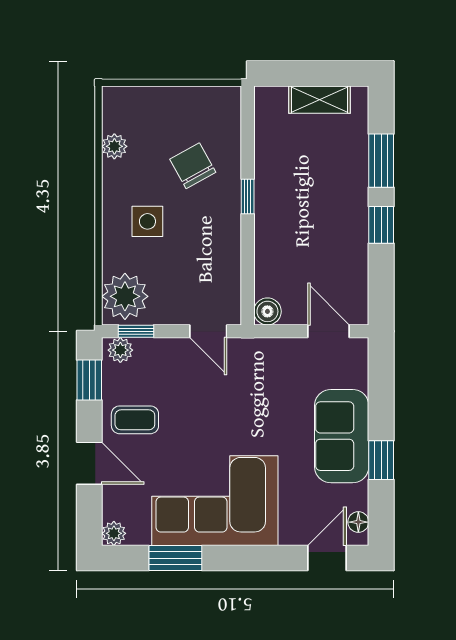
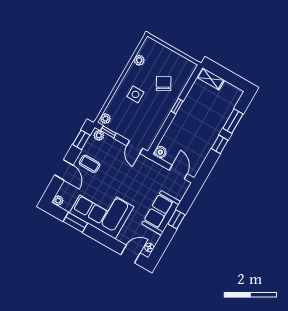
shelving: (319, 100) -> (211, 79), moved
plant: (125, 296) -> (105, 119), width x0.53, depth x0.53
window: (381, 460) -> (176, 219), moved

